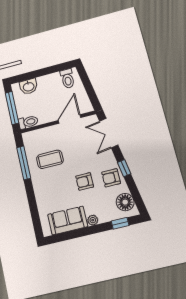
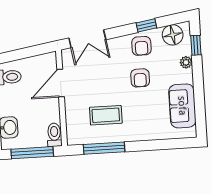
door: (69, 119) -> (61, 83), hinge flipped
coffee table: (50, 159) -> (106, 115), turned 90
window: (124, 168) -> (146, 25), moved
plant: (93, 220) -> (186, 62), moved

